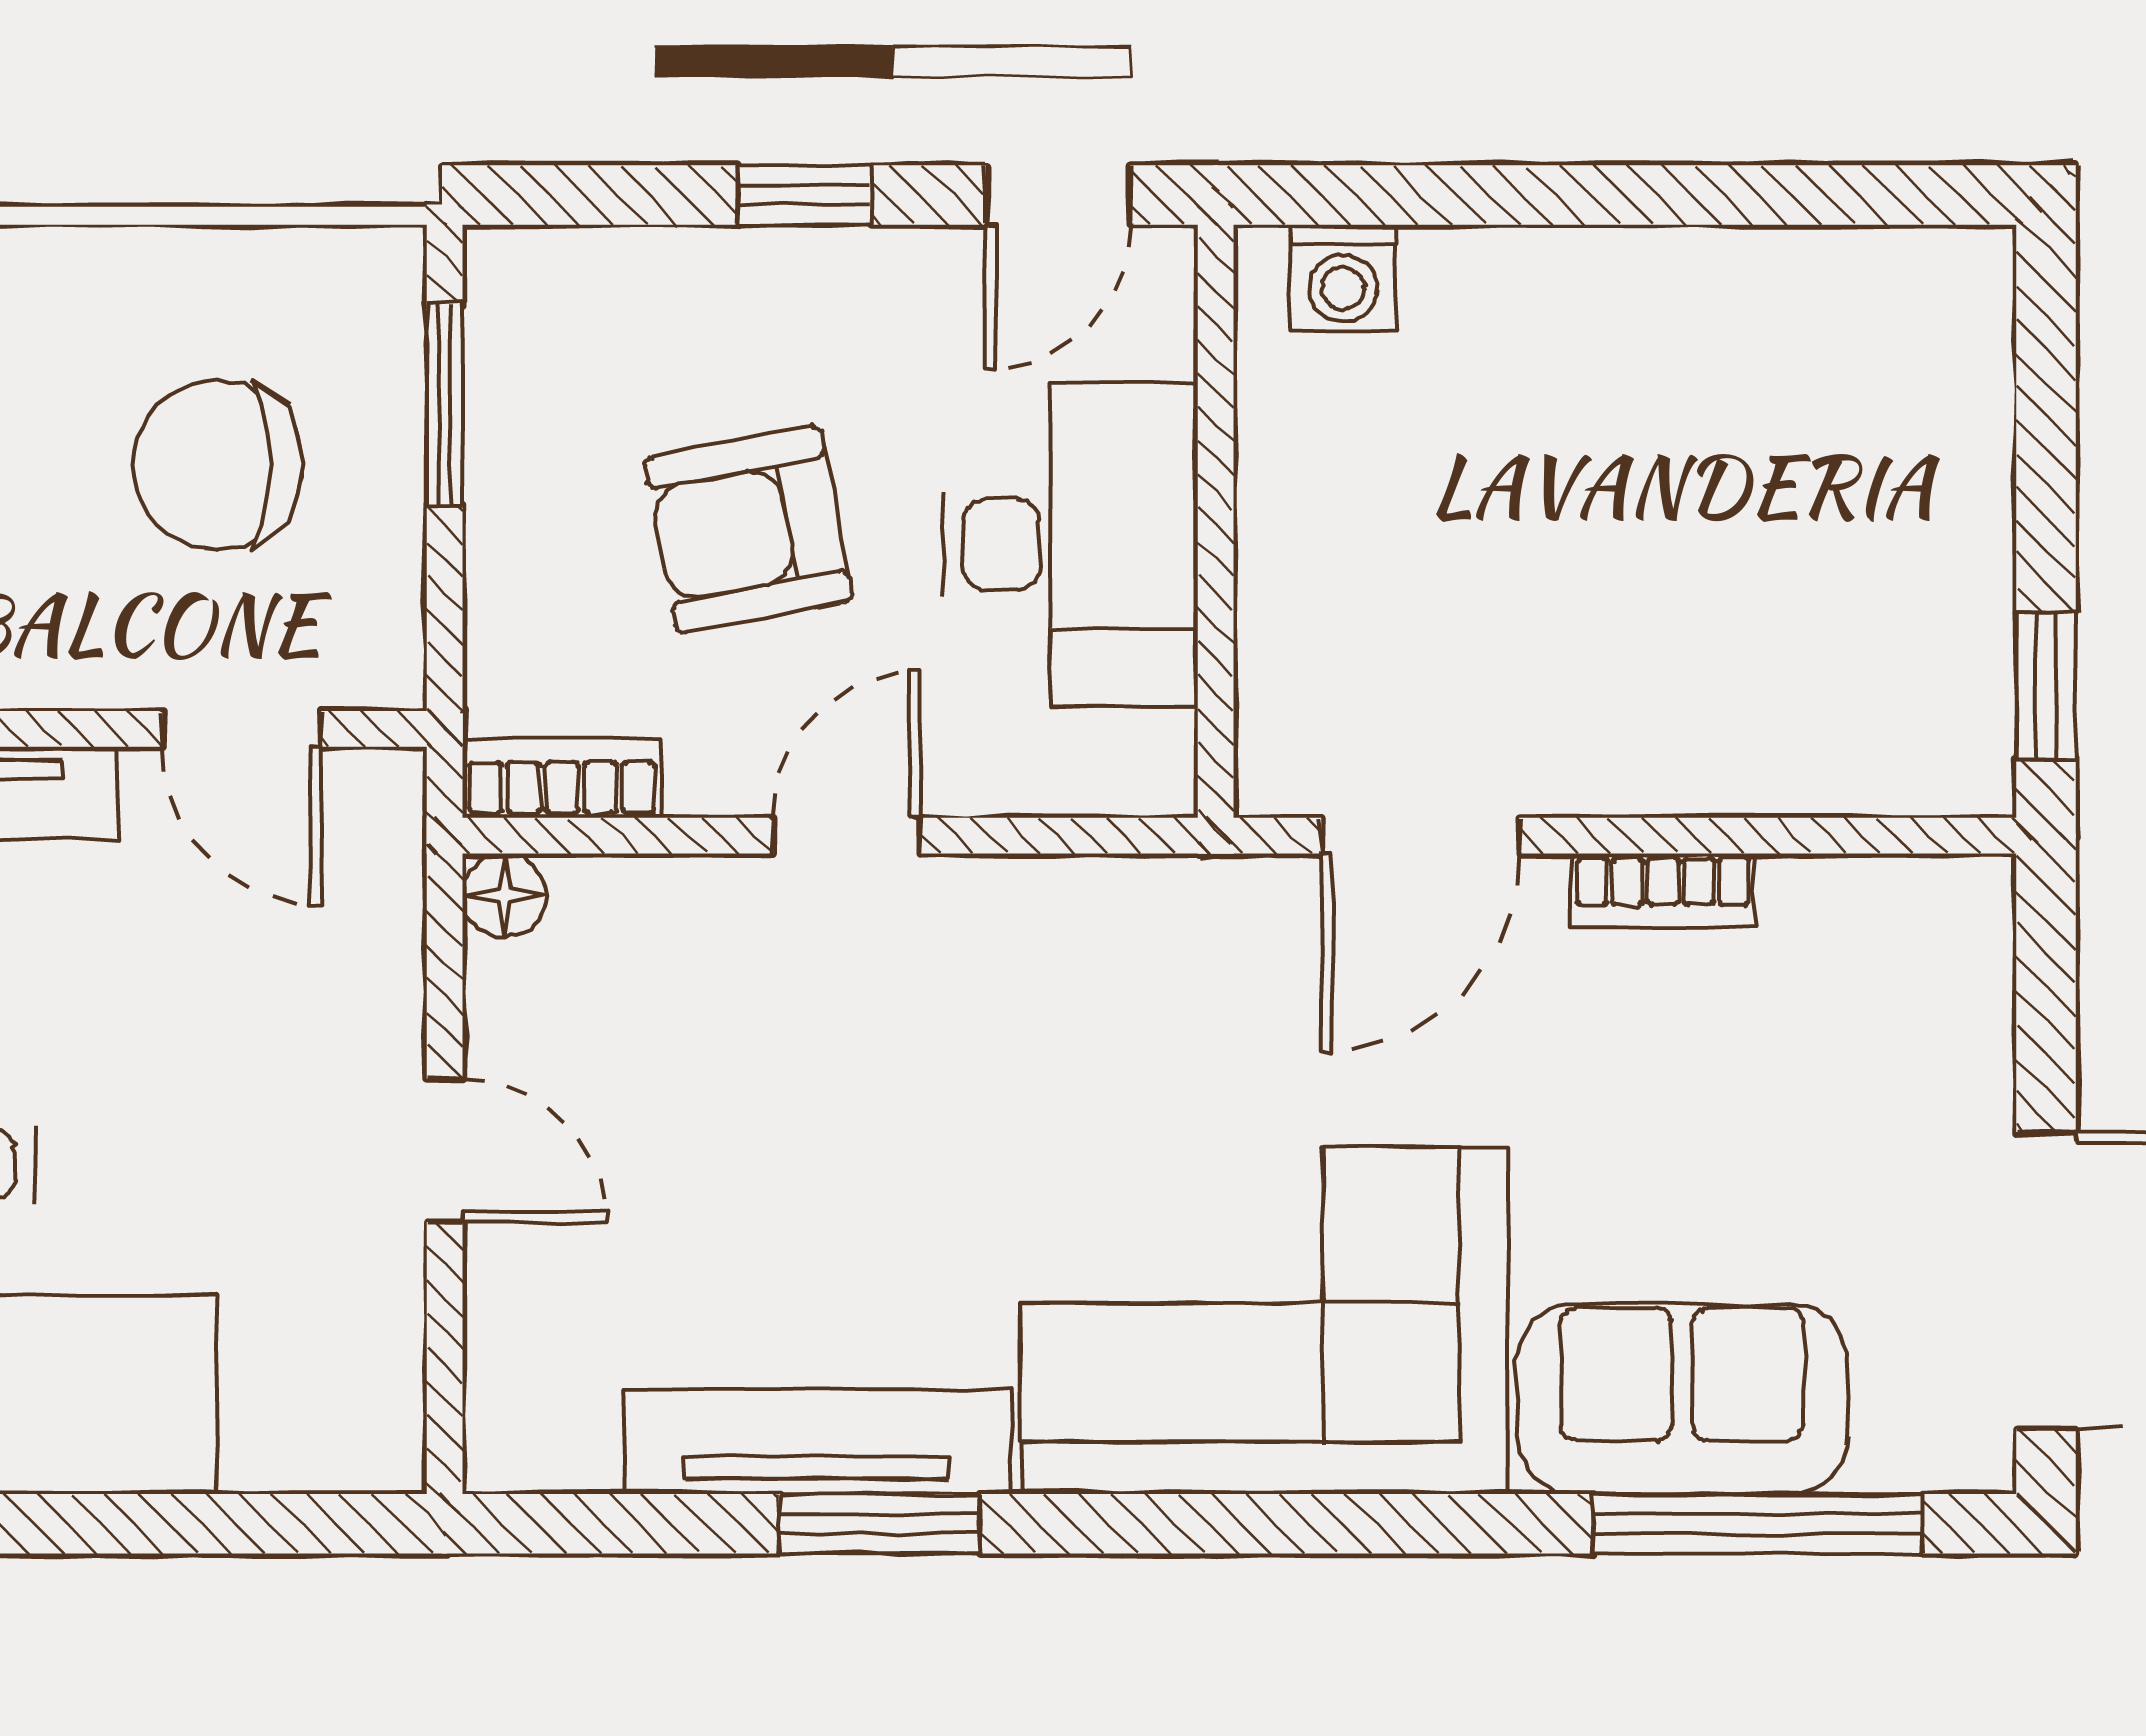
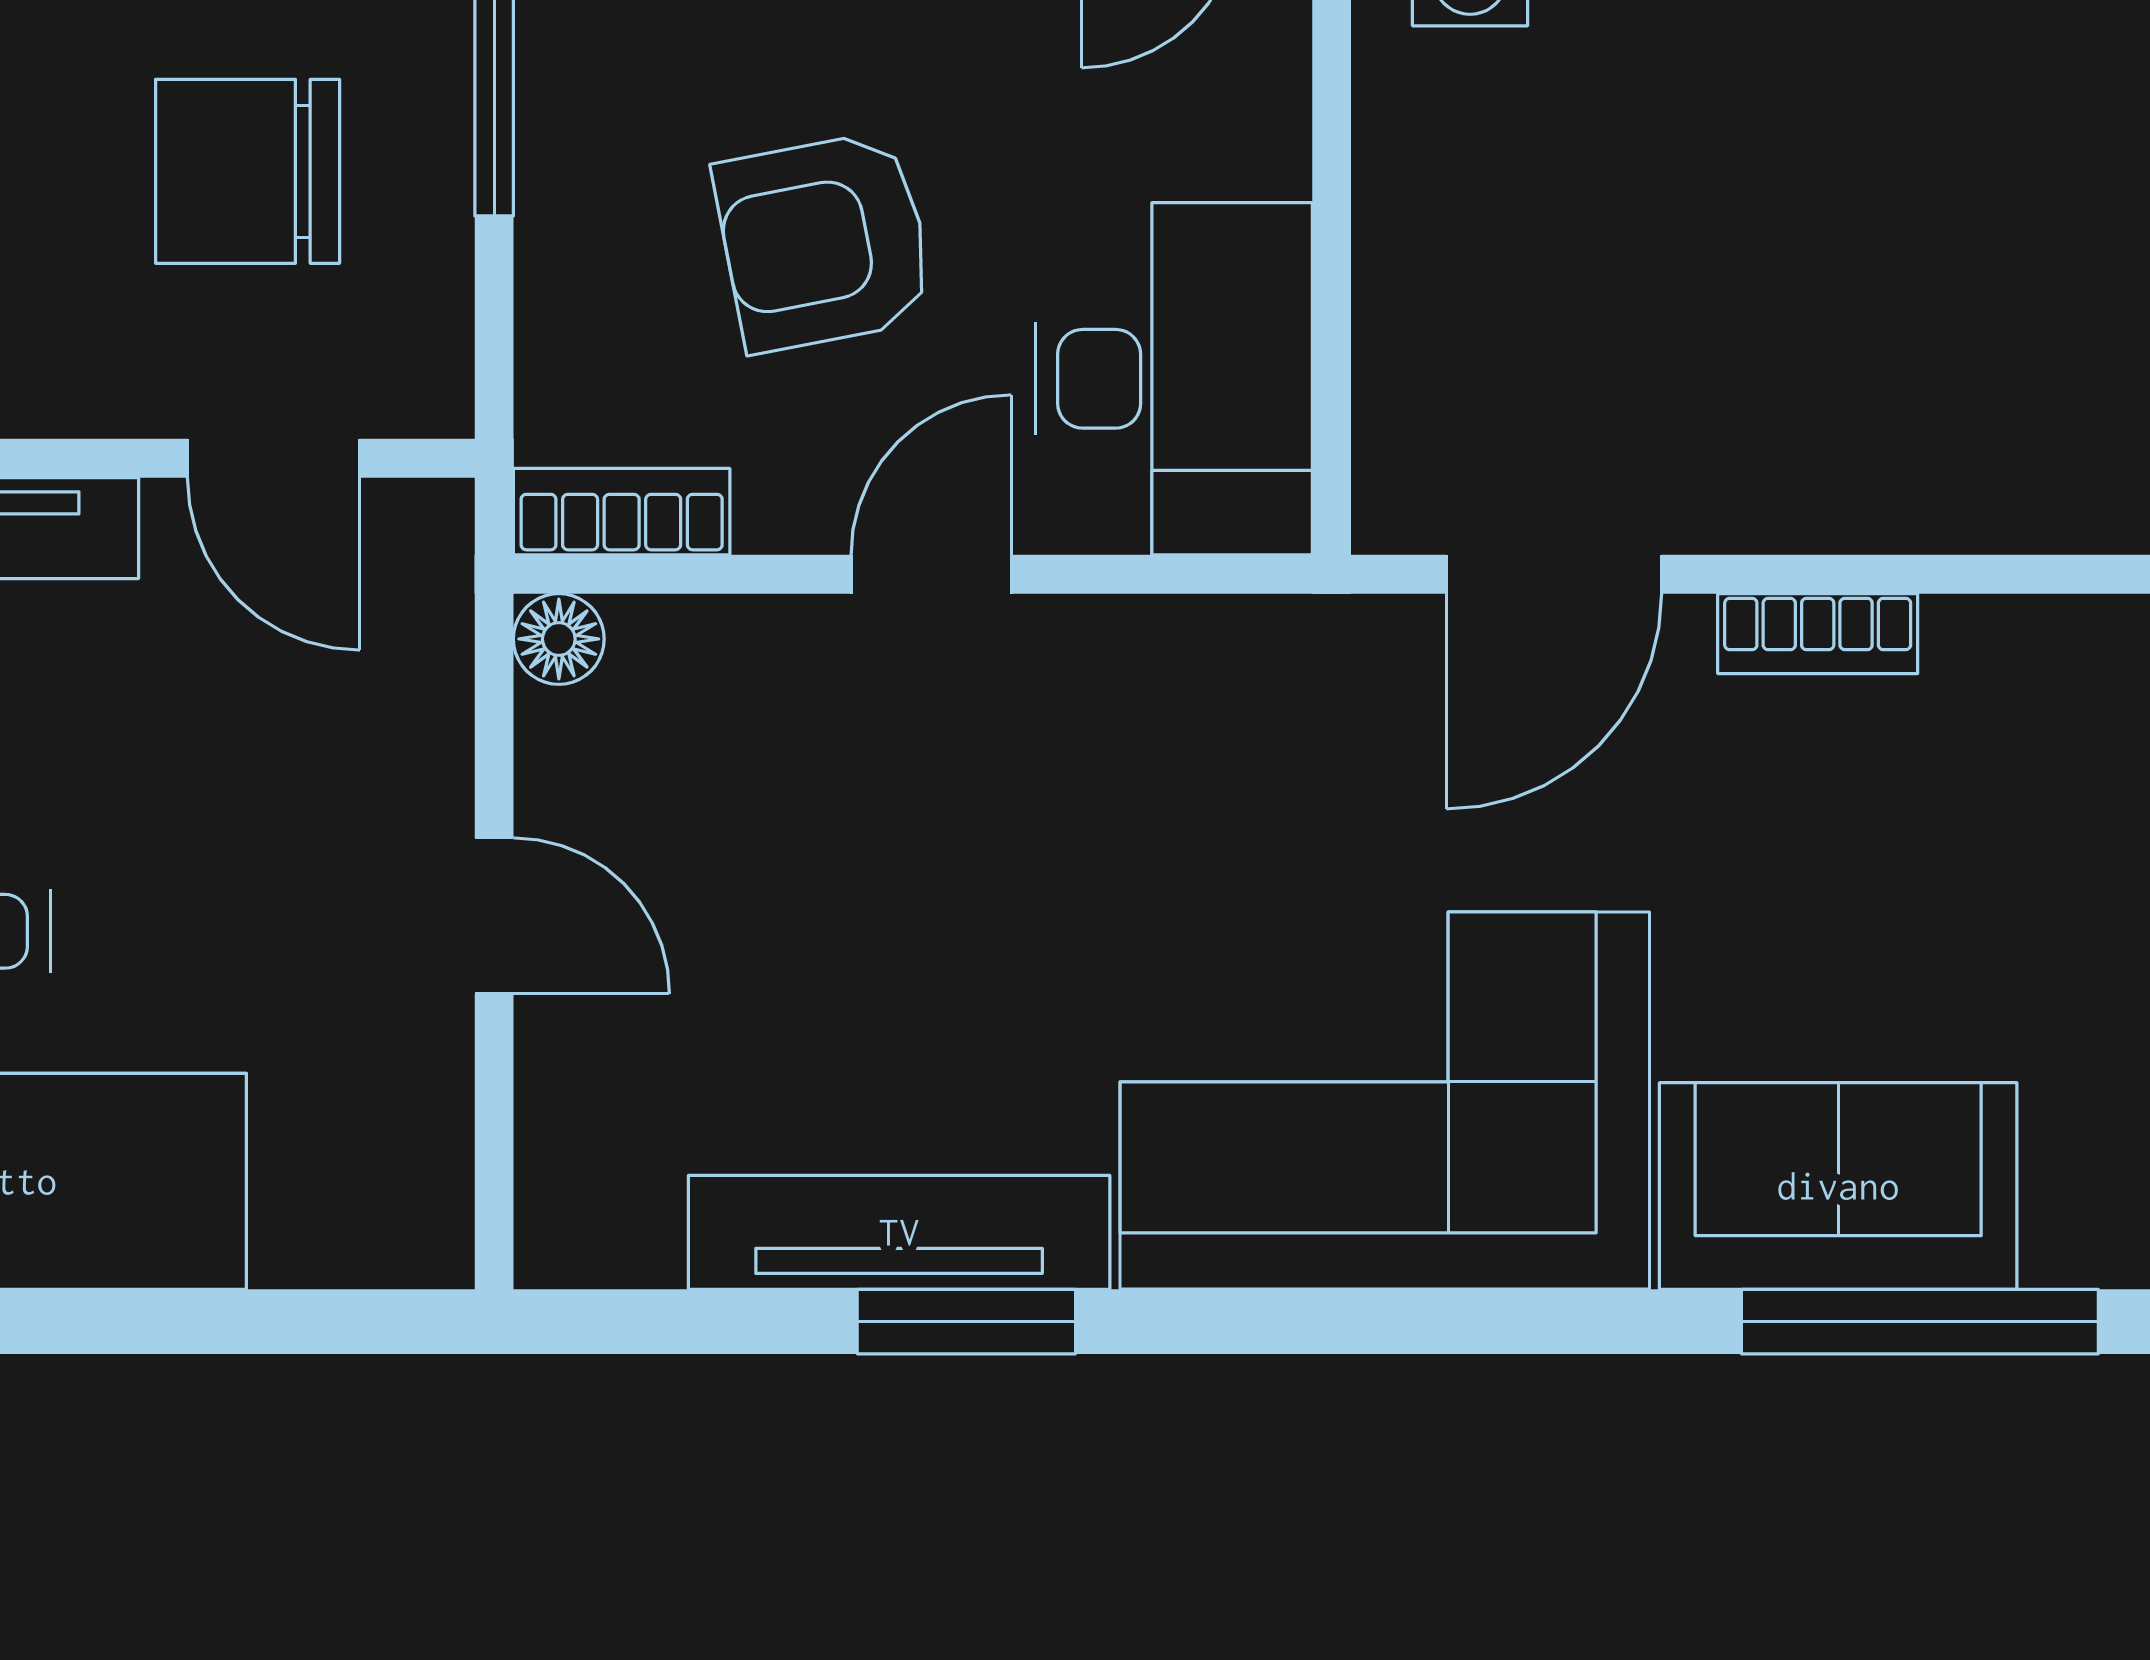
desk: (1070, 544) -> (1174, 379), moved

